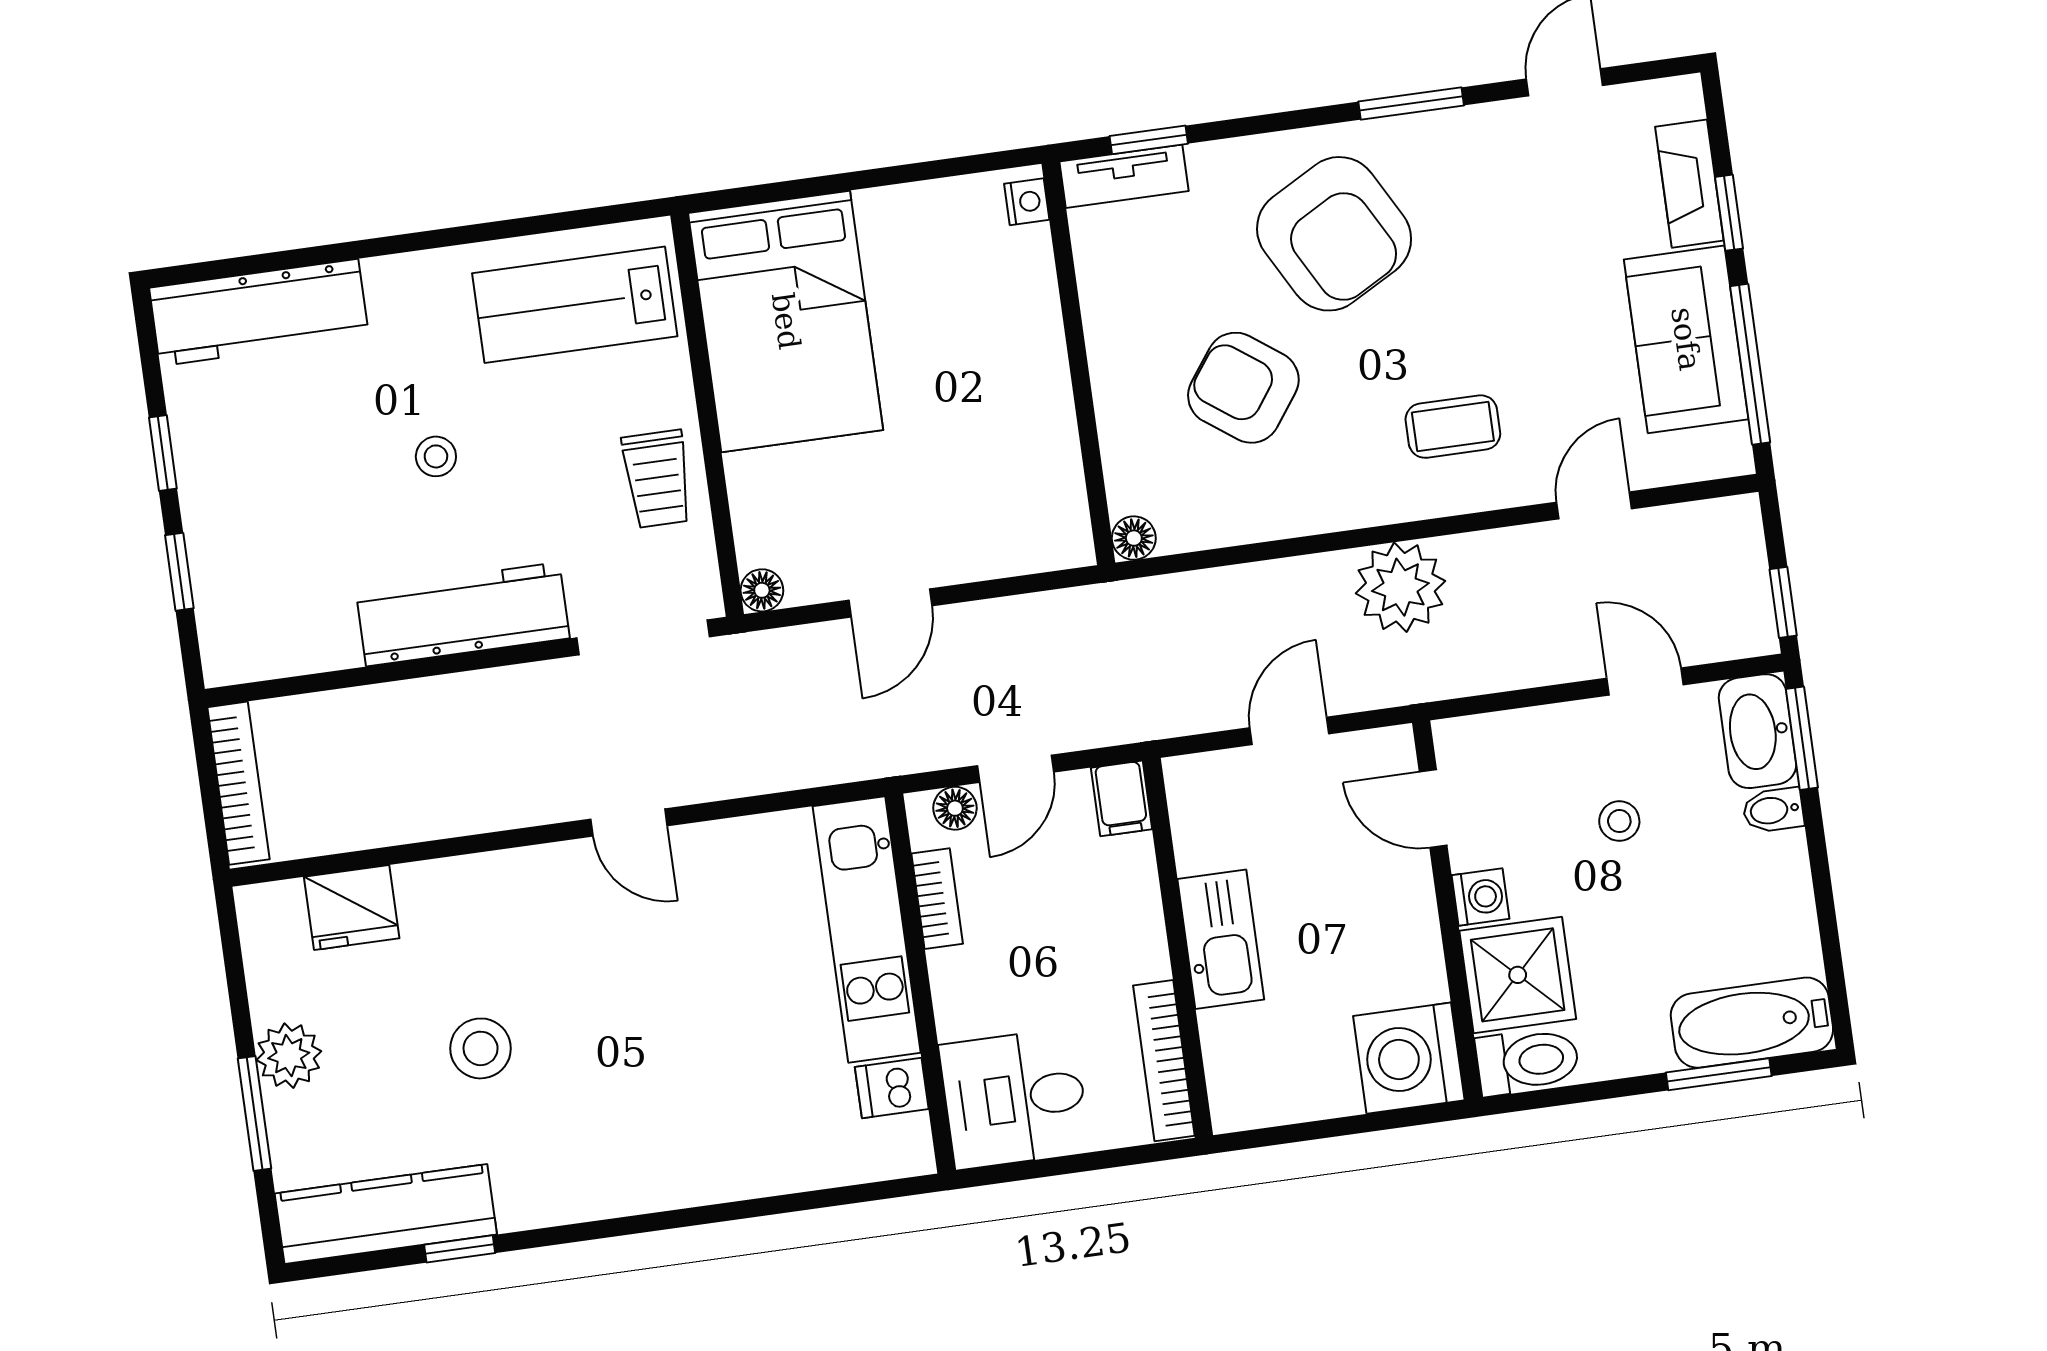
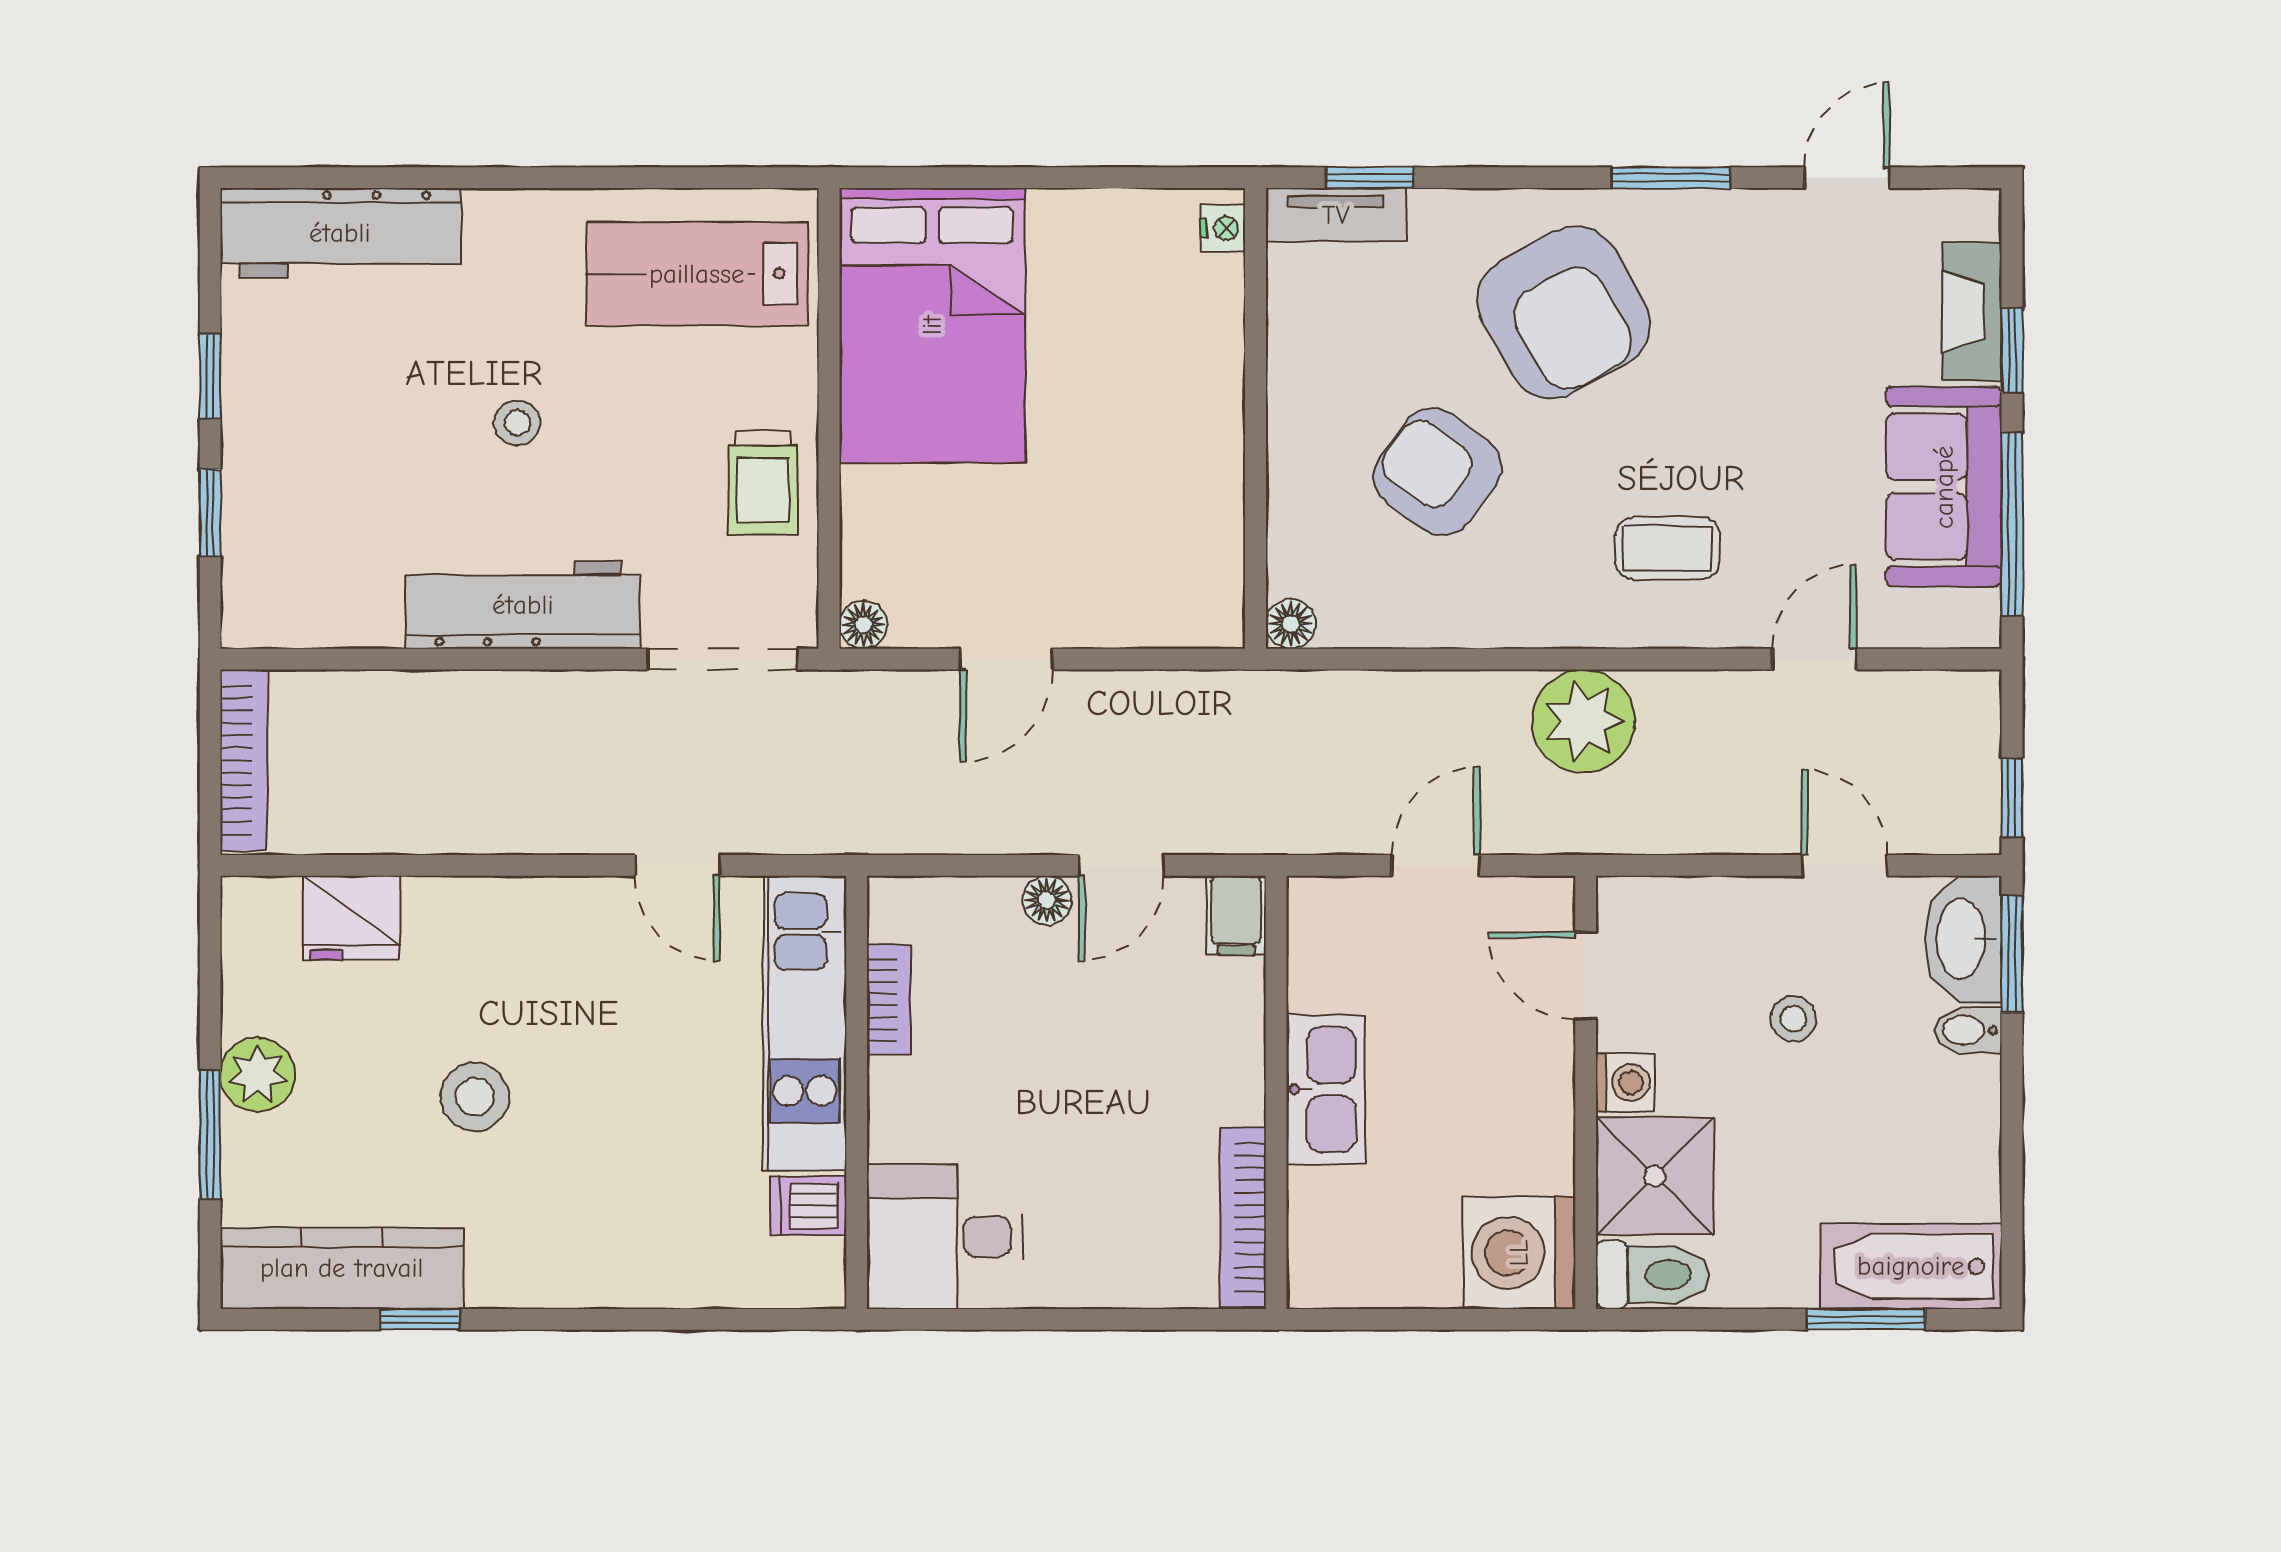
bookcase: (937, 899) -> (889, 999), moved
kitchen unit: (867, 930) -> (805, 1023), moved
wall: (920, 984) -> (857, 1092), moved
dishwasher: (892, 1088) -> (808, 1206), moved
desk: (1015, 1099) -> (945, 1237), moved

